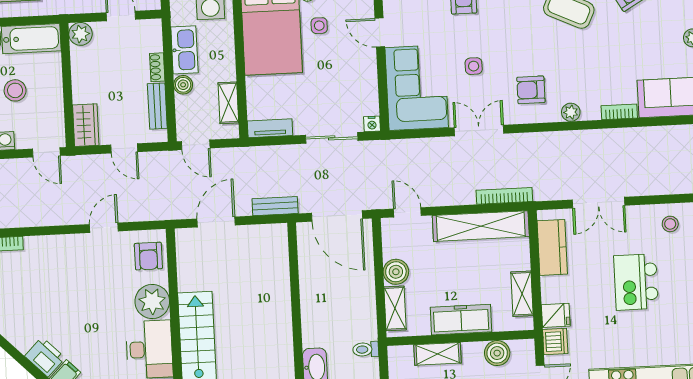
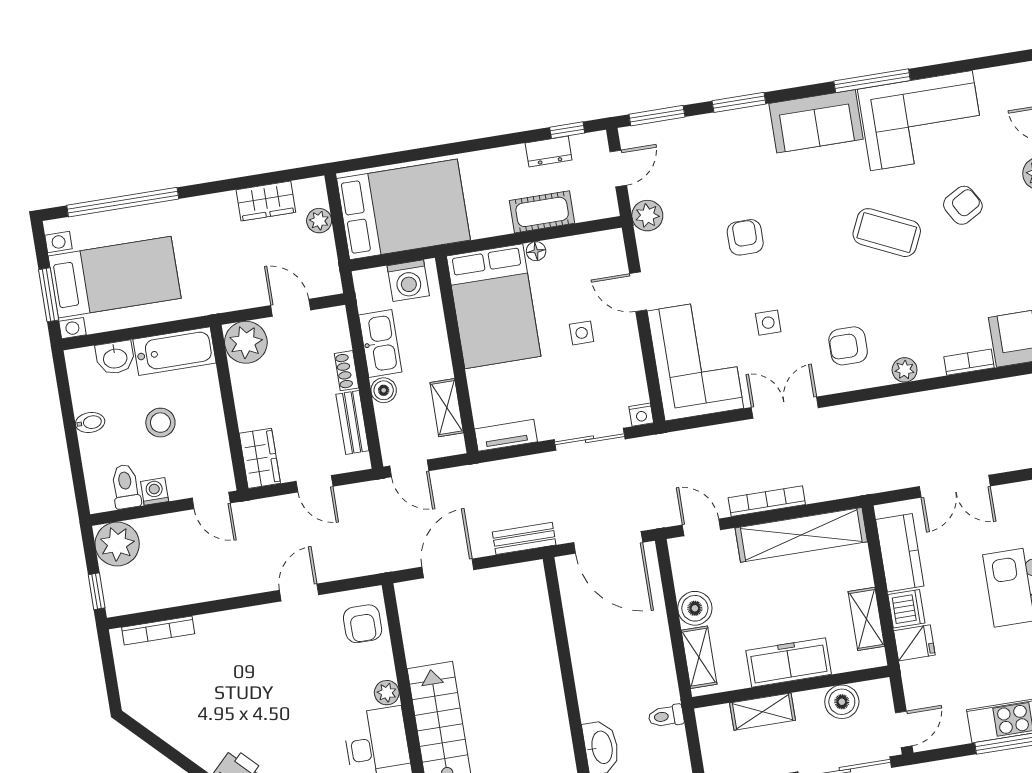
side table: (319, 26) -> (582, 333), moved
plant: (81, 34) -> (246, 342), width x1.36, depth x1.36
bookcase: (504, 196) -> (767, 501), moved
plant: (152, 301) -> (387, 693), width x0.53, depth x0.53
dishwasher: (555, 341) -> (906, 609), moved

